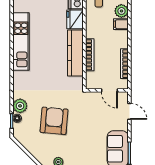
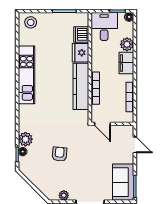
filing cabinet: (121, 24) -> (126, 63), width x2.00
door: (109, 90) -> (102, 124), moved
armchair: (54, 121) -> (60, 154), width x0.53, depth x0.53

